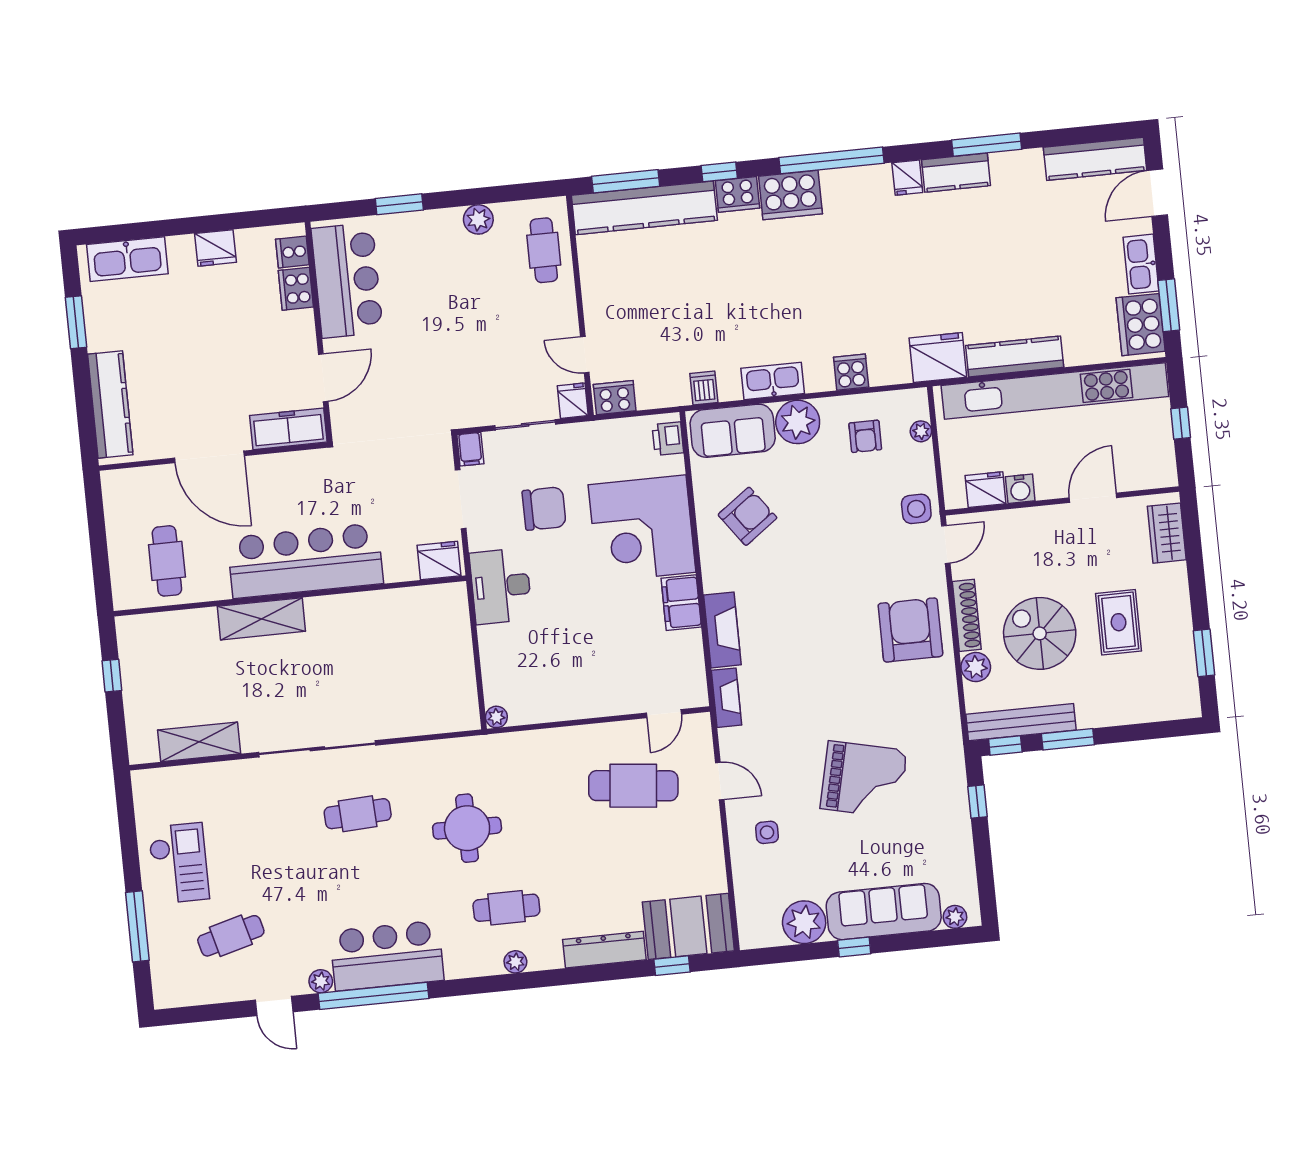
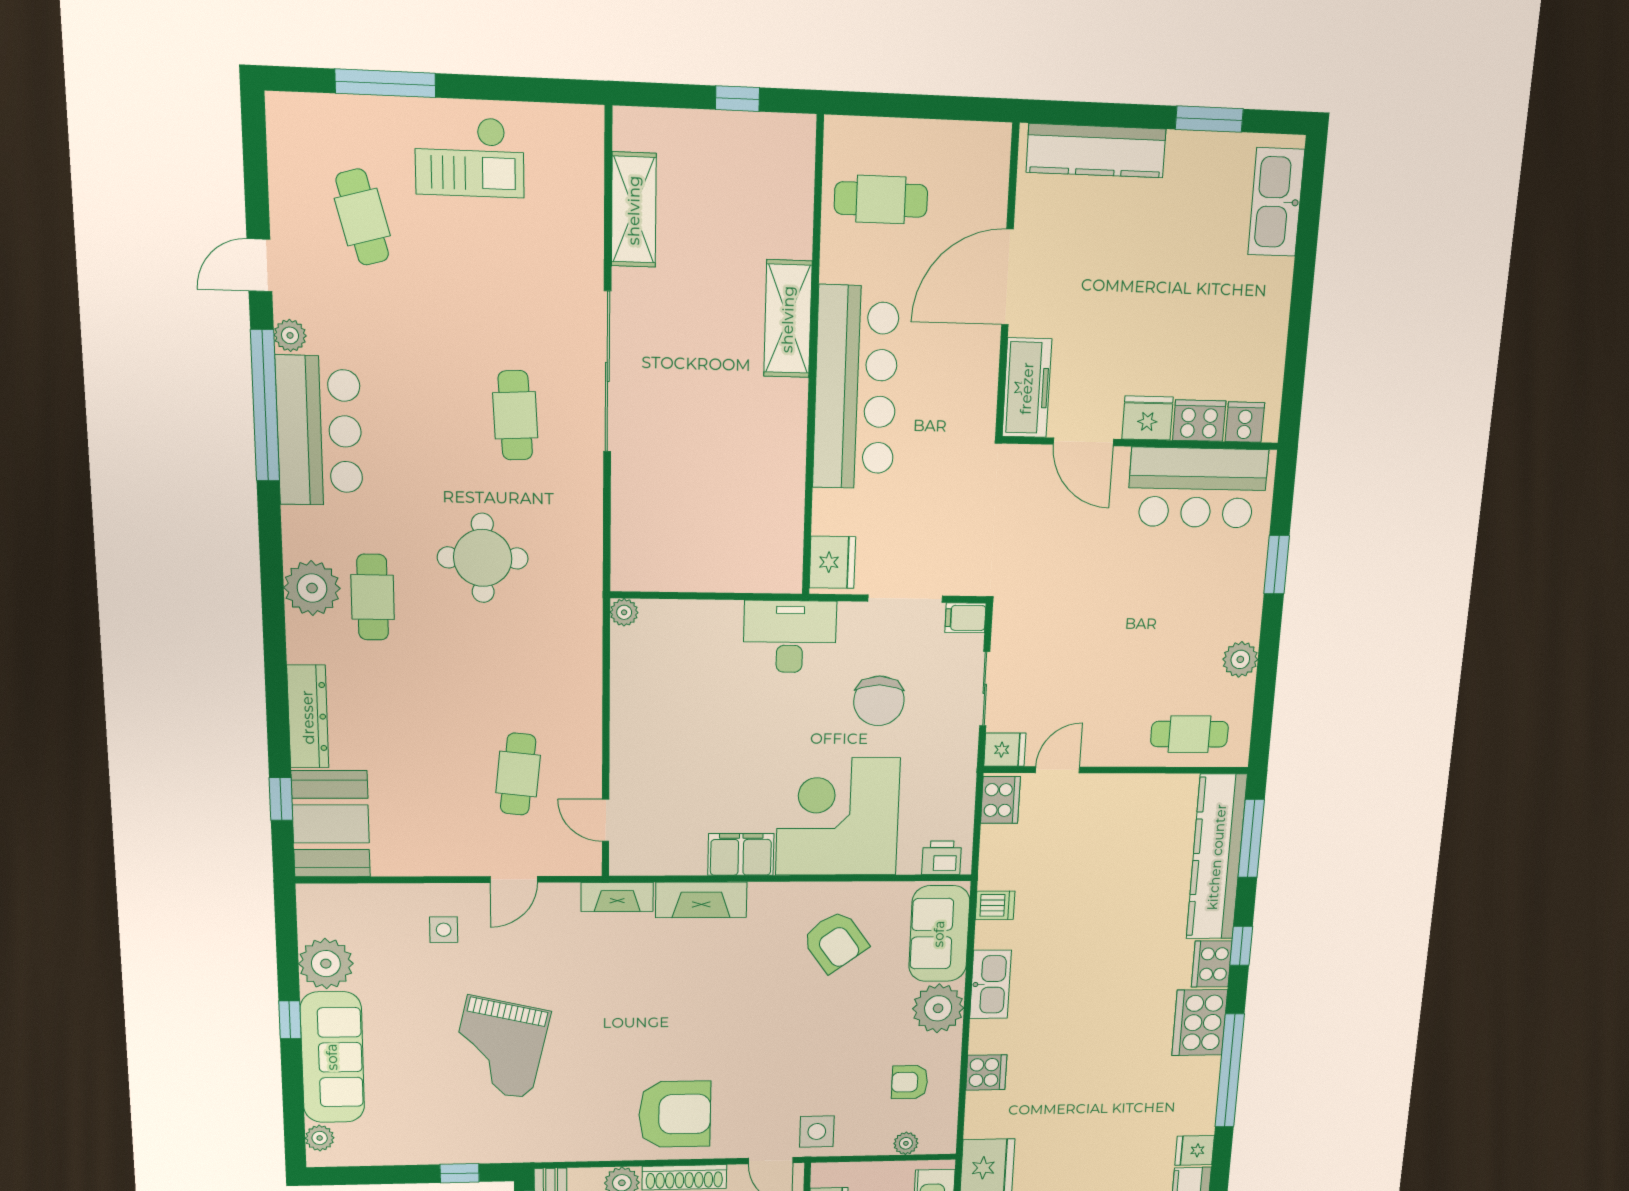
fridge: (216, 248) -> (1148, 418), moved, turned 90
cafe table: (633, 786) -> (518, 774), width x0.73, depth x0.74
plant: (515, 962) -> (312, 588), width x1.87, depth x1.87

